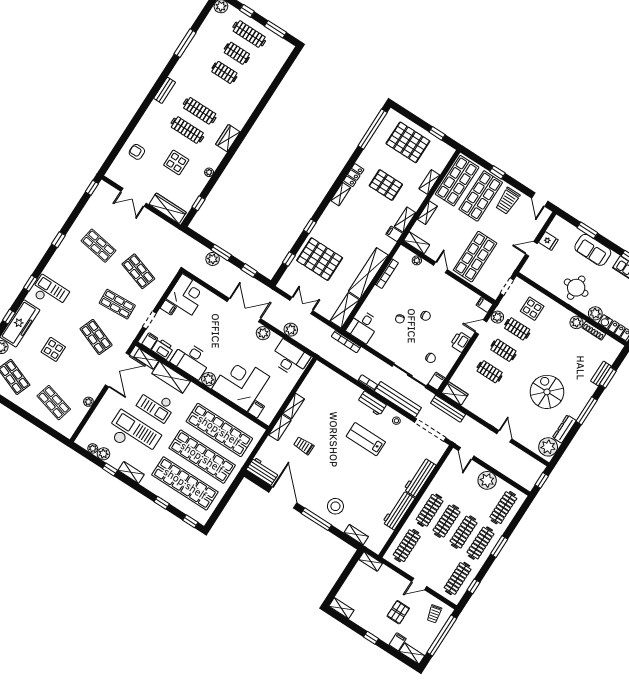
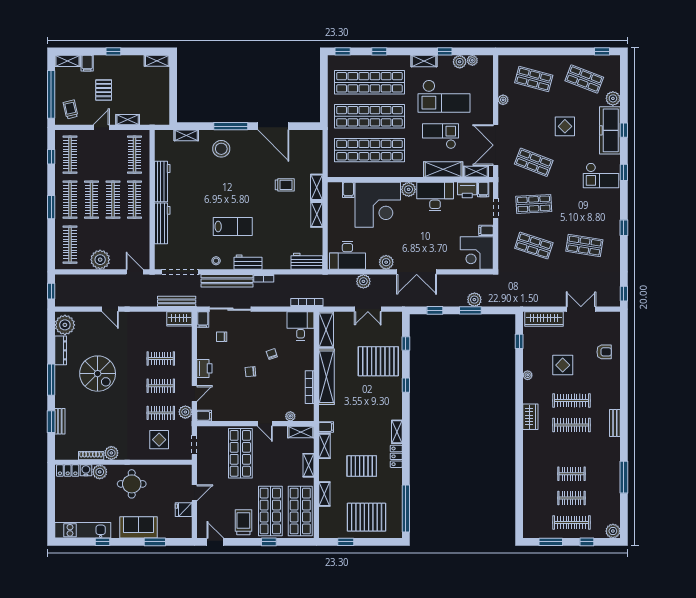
workbench: (263, 471) -> (307, 261), moved, turned 180
shelving: (371, 561) -> (128, 120), moved

